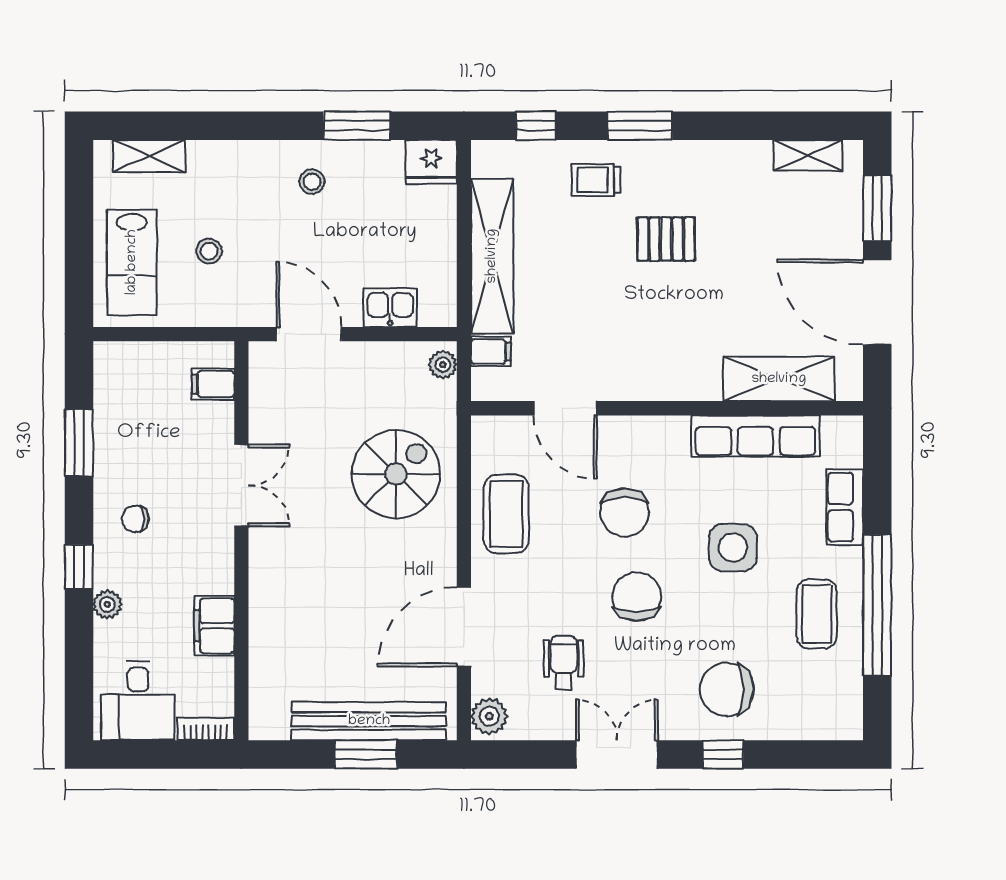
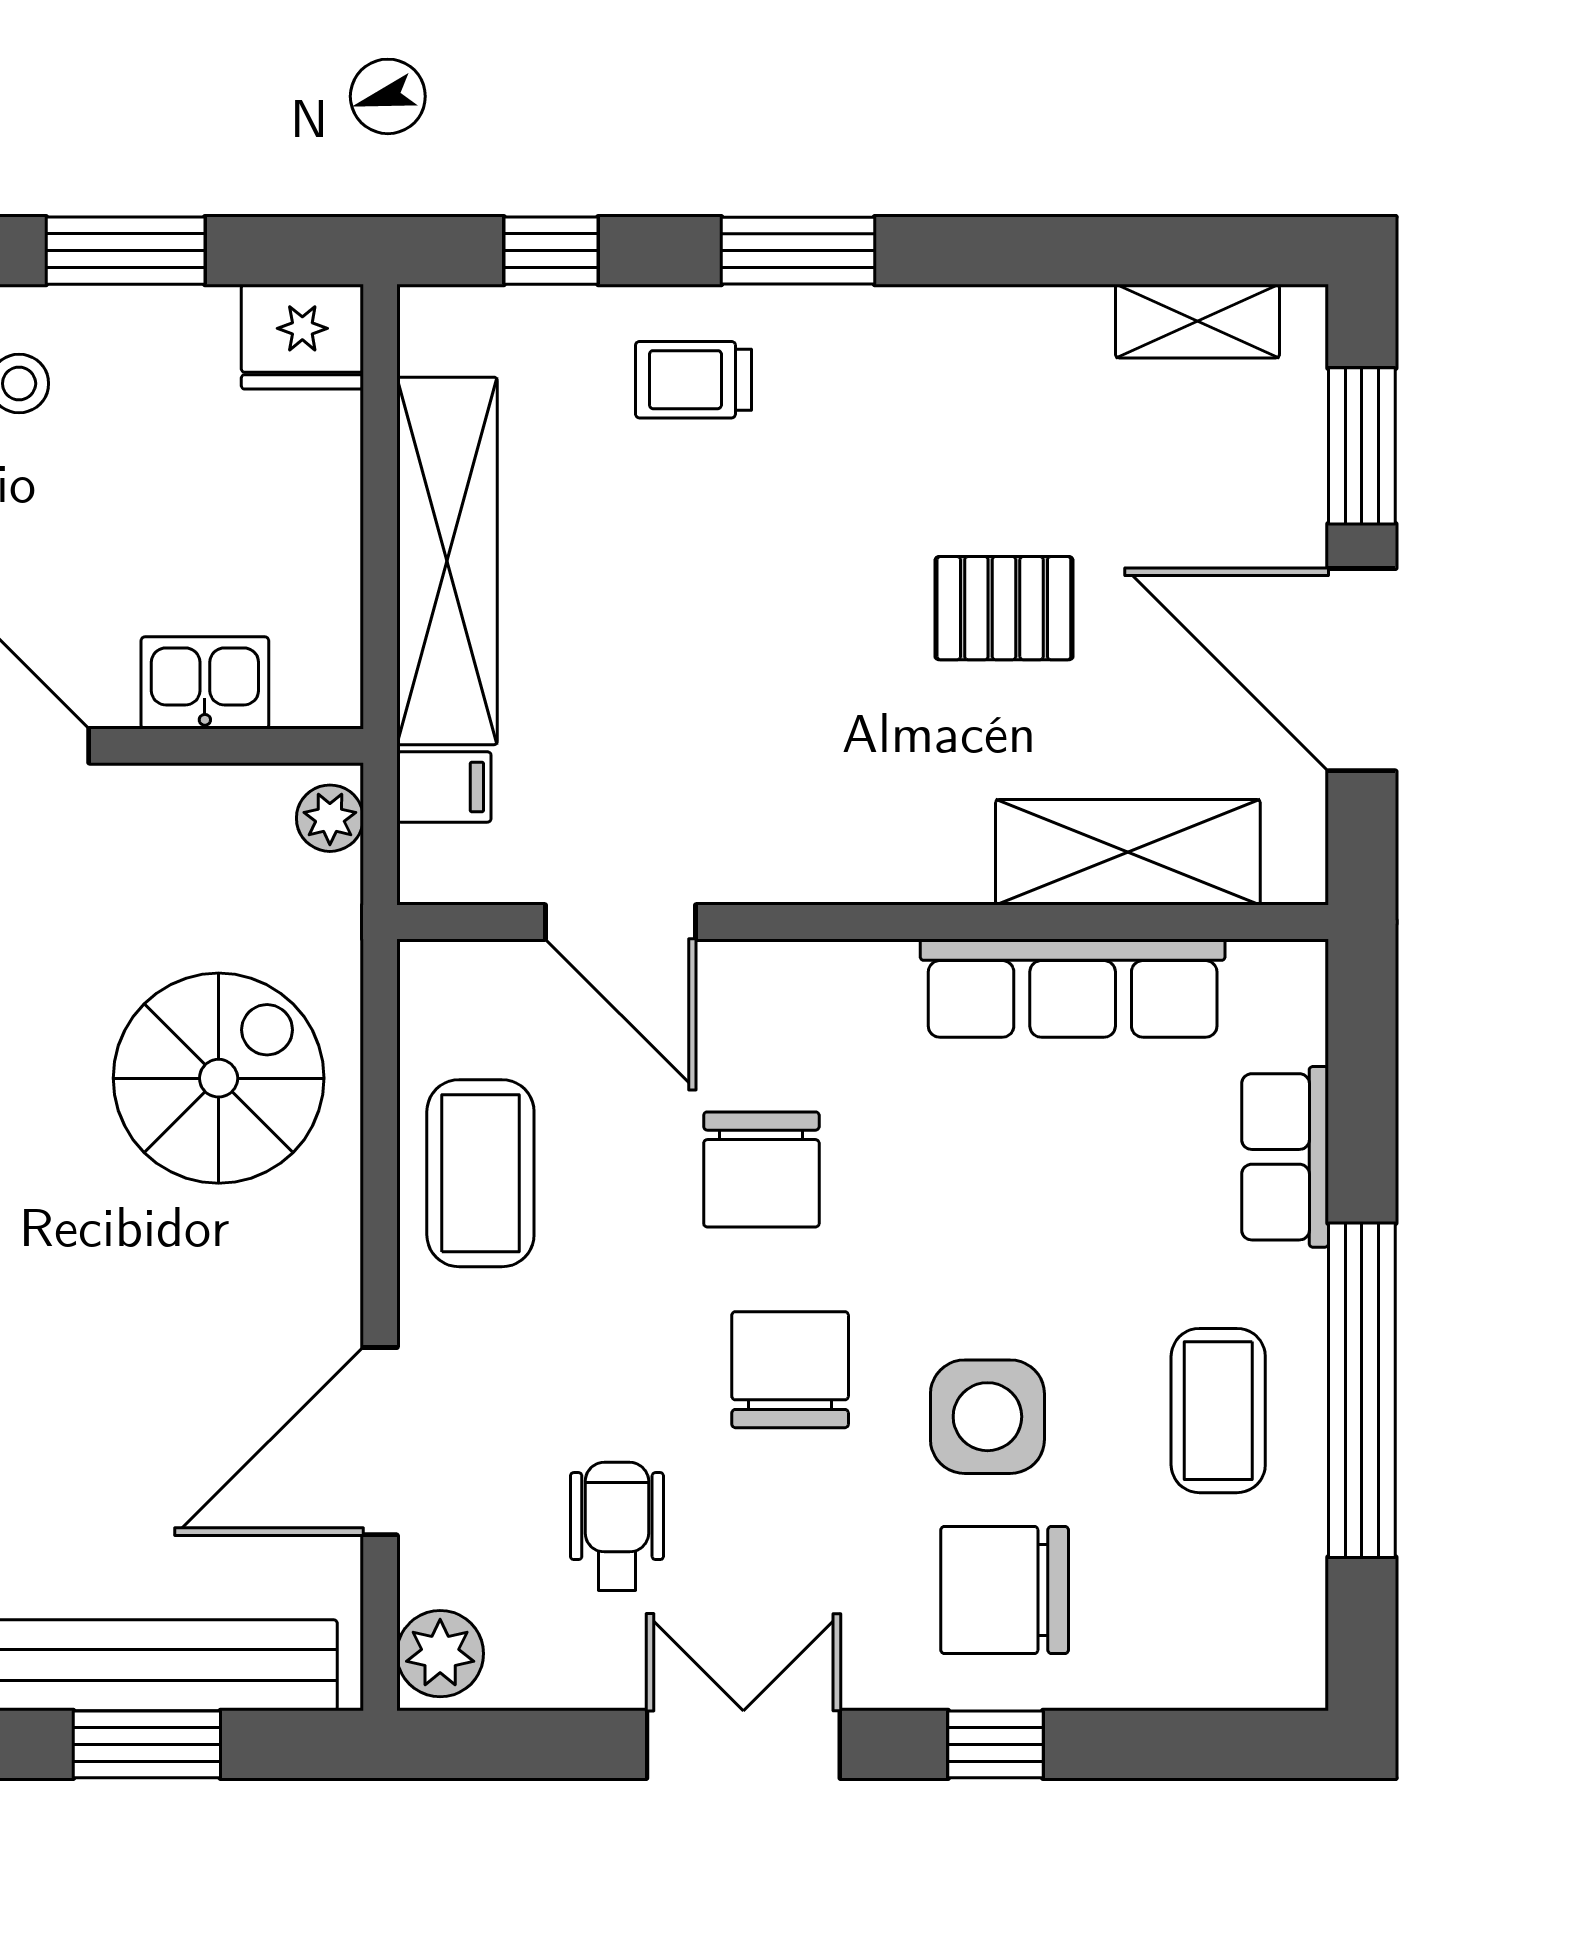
pallet: (666, 239) -> (1004, 608), moved
side table: (733, 548) -> (987, 1417), moved

